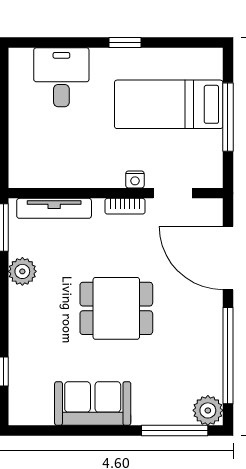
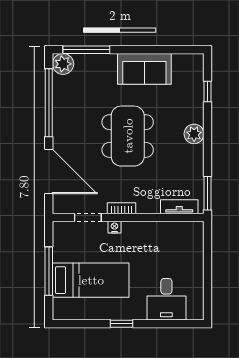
tv unit: (54, 208) -> (179, 207), width x0.71
plant: (22, 271) -> (194, 134), moved
dining table: (116, 308) -> (128, 136), width x1.38

